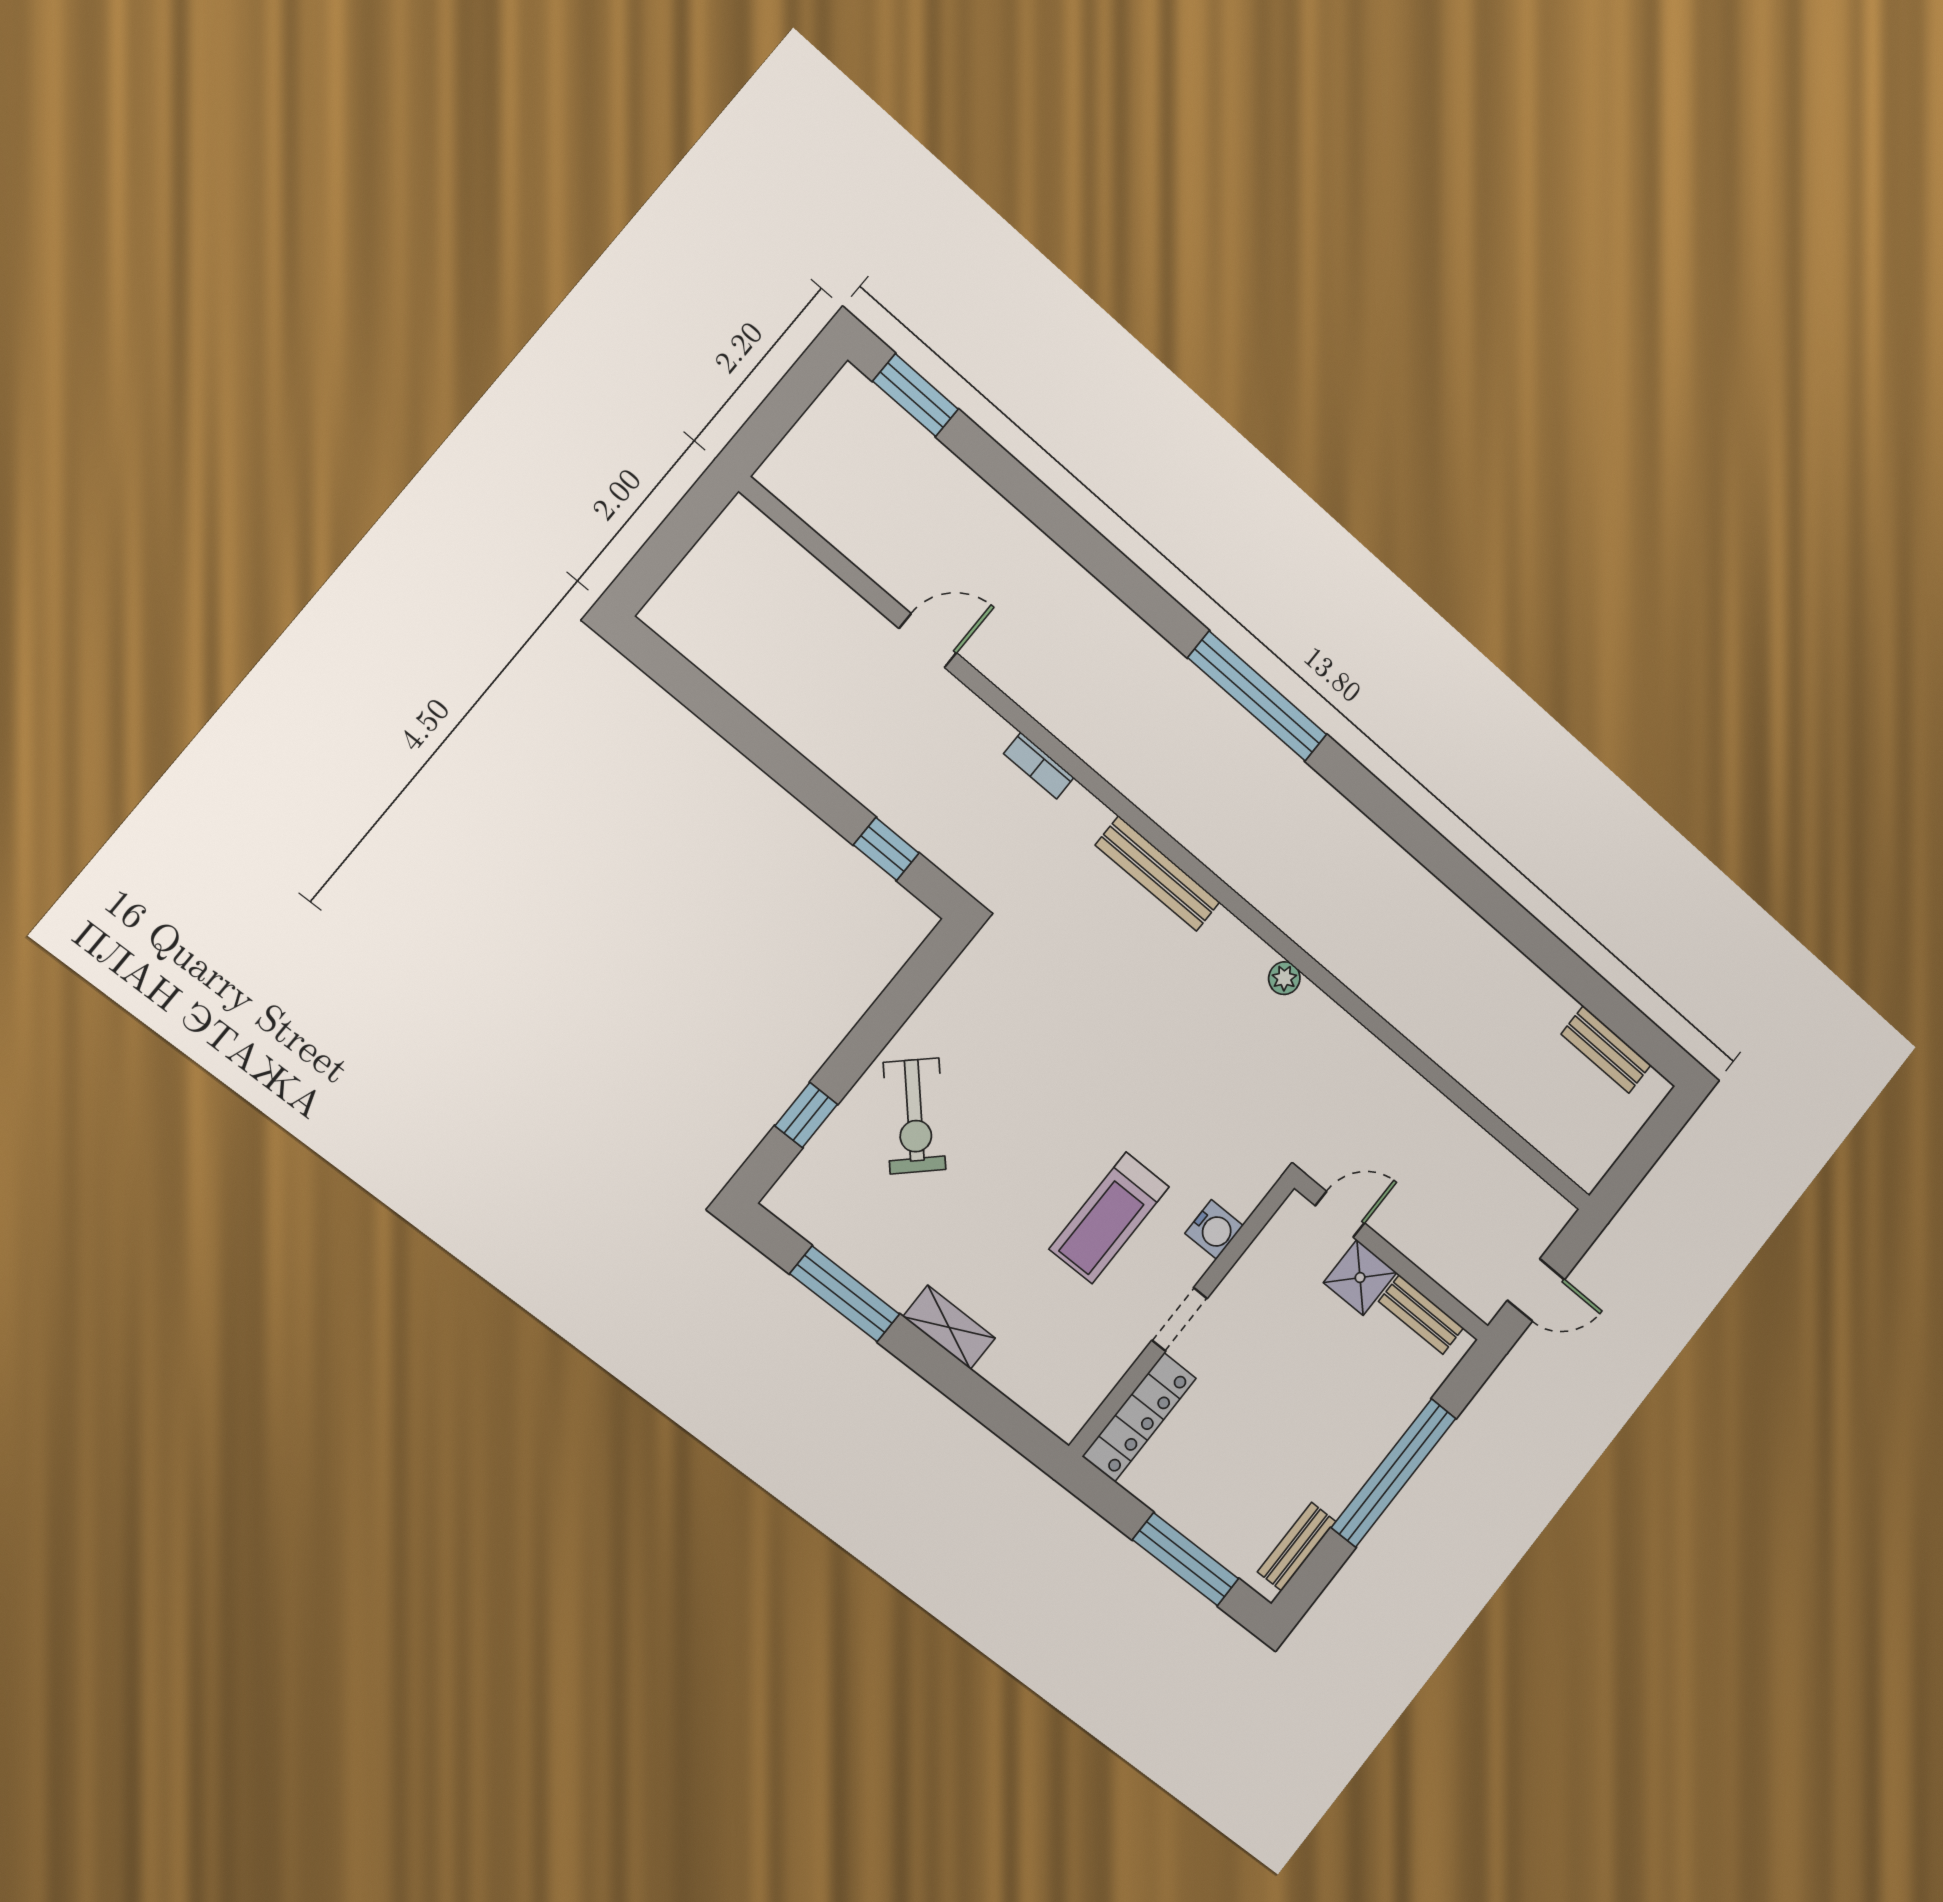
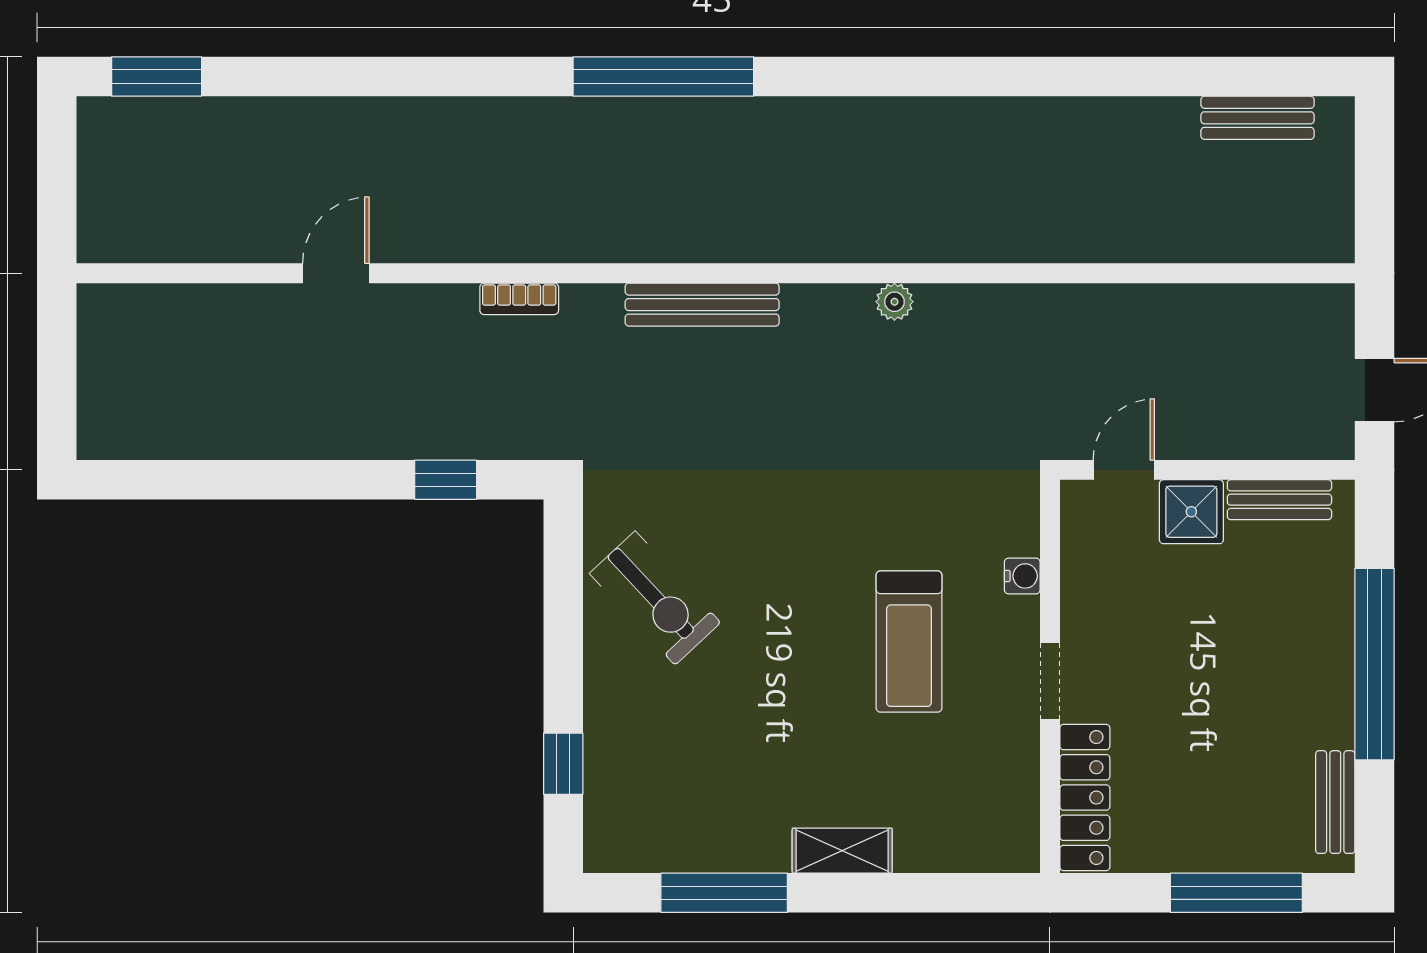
exercise bike: (915, 1116) -> (655, 598), moved
water cooler: (1214, 1229) -> (1022, 576), width x0.72, depth x0.72

